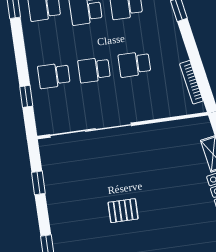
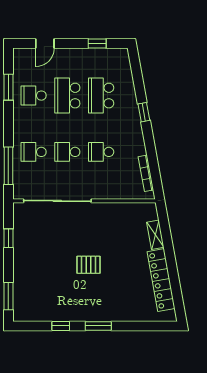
window: (26, 96) -> (8, 166), width x2.17
pallet: (123, 211) -> (89, 265), moved

